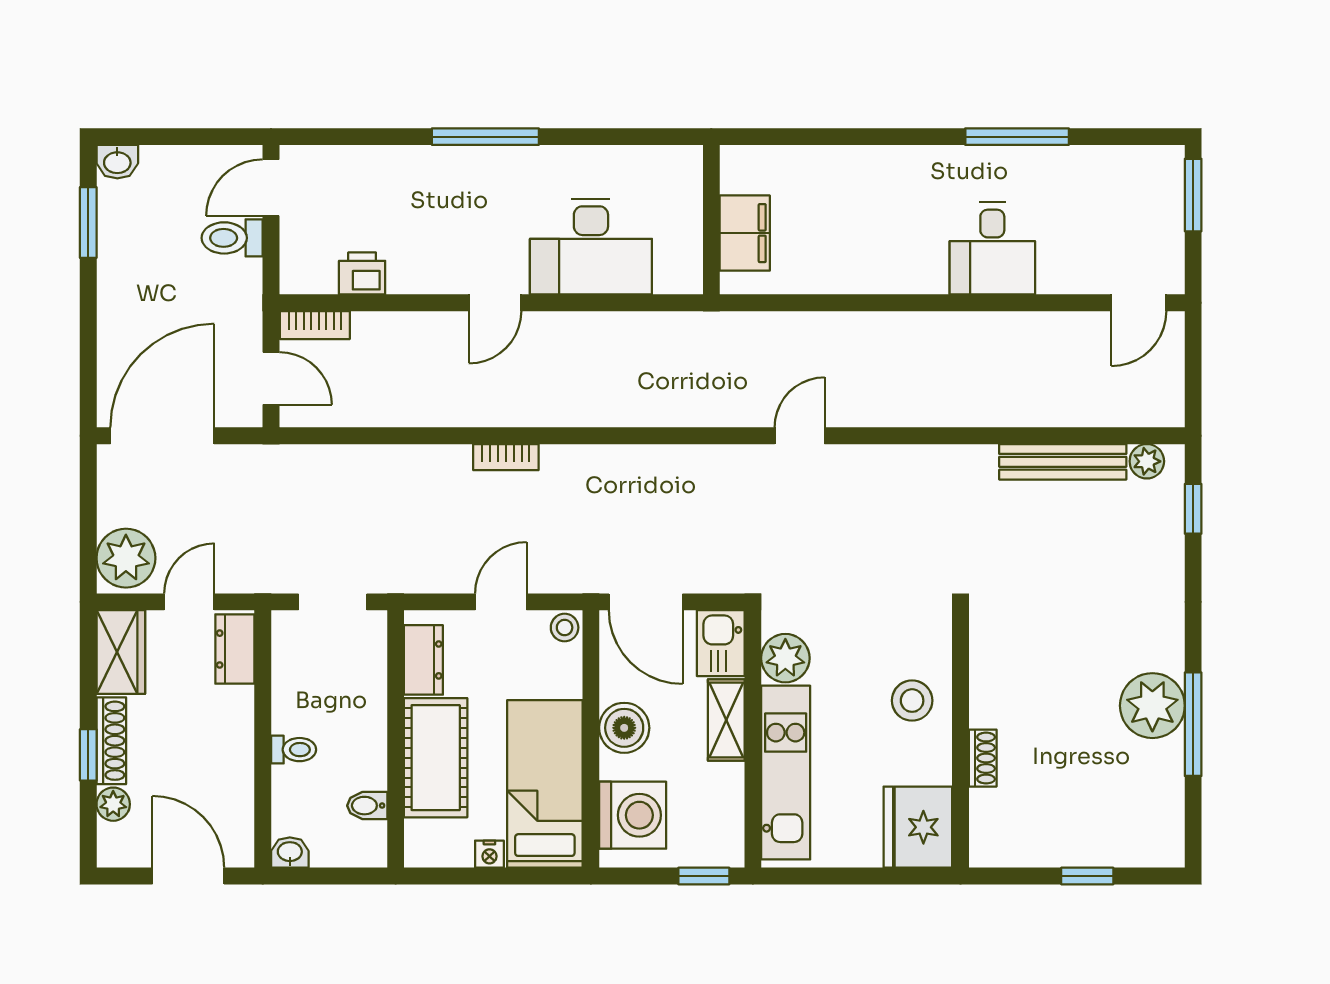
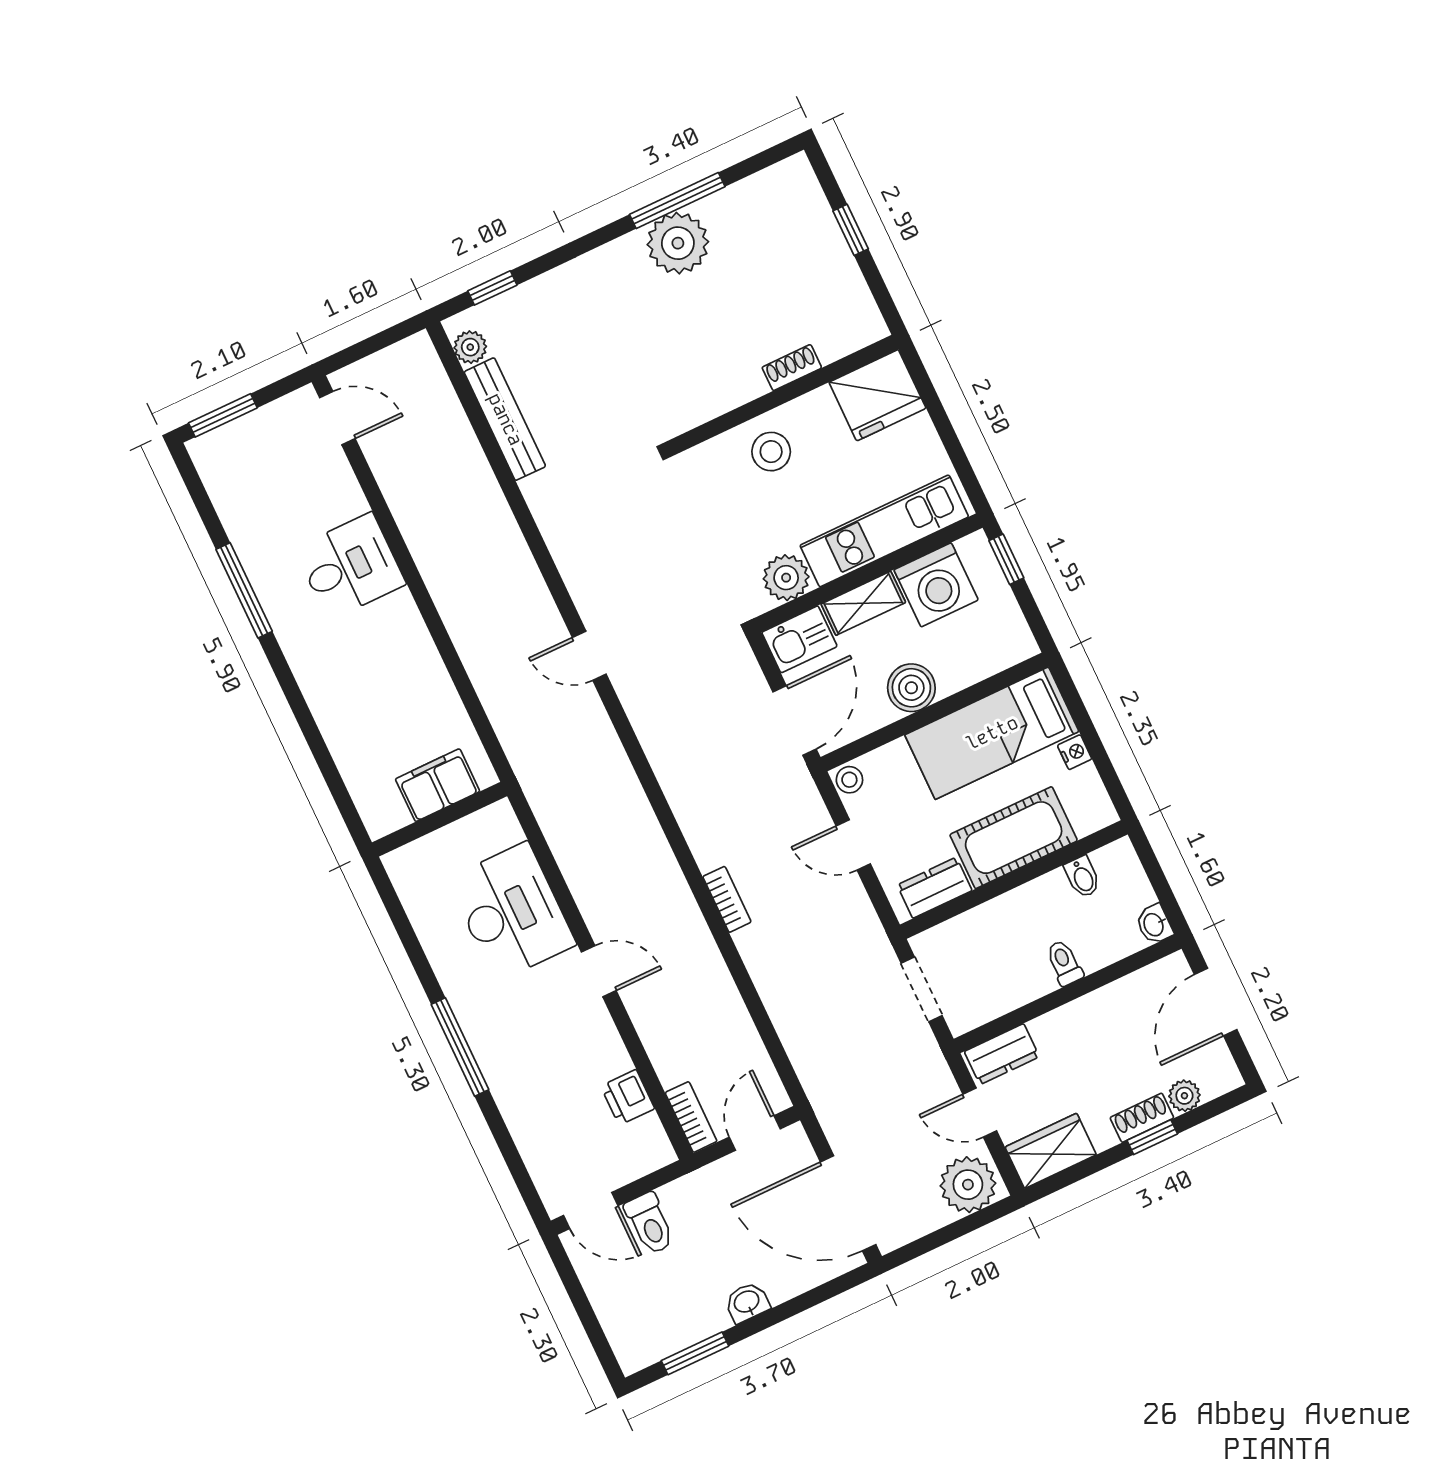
washbasin: (117, 162) -> (747, 1302), moved, turned -90
shoe rack: (111, 741) -> (1142, 1118), width x0.70
washing machine: (633, 815) -> (936, 585), moved, turned 180

